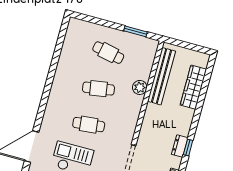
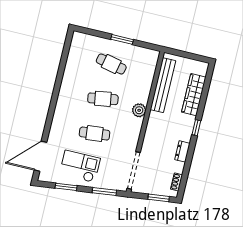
window: (136, 31) -> (122, 39), moved
plant: (140, 87) -> (139, 110), moved
window: (188, 147) -> (196, 128), moved

